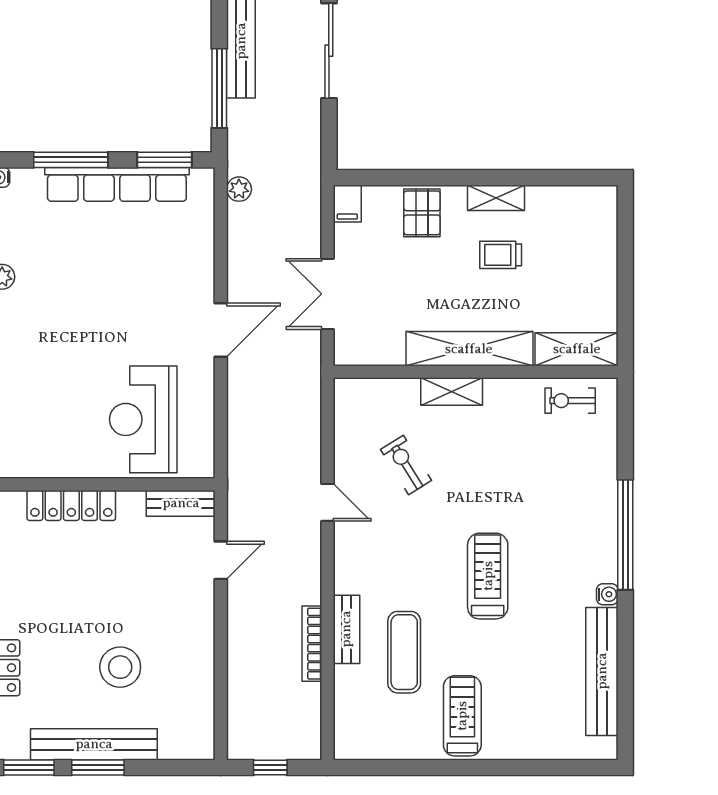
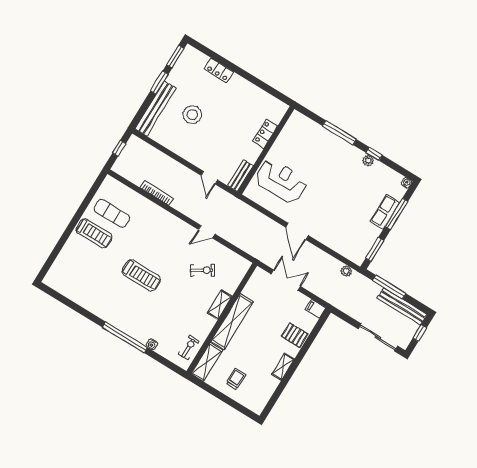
row of seats: (117, 184) -> (385, 212), width x0.50
trolley: (501, 255) -> (236, 379), moved
locker: (71, 505) -> (265, 134), width x0.66
water cooler: (607, 594) -> (152, 344), moved
bench: (346, 629) -> (154, 209), removed
exercise mat: (404, 652) -> (112, 213), moved
bench: (602, 671) -> (78, 297), removed
bench: (94, 744) -> (156, 109), moved

